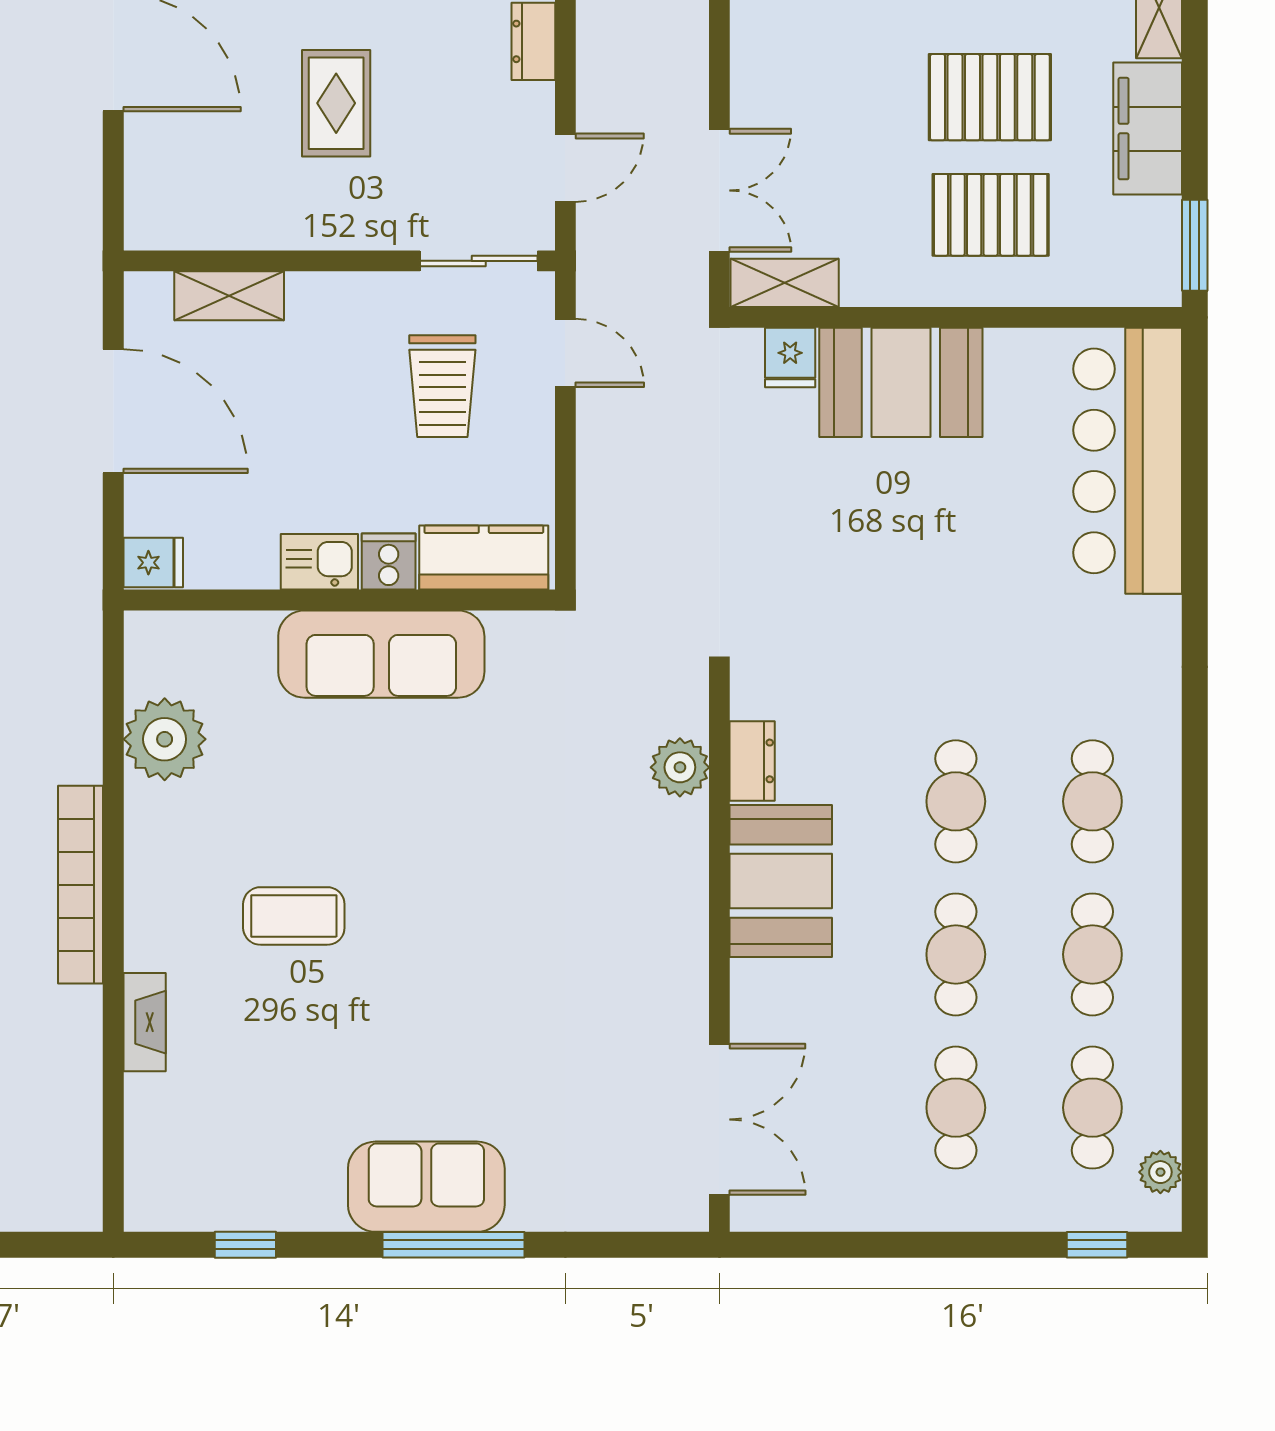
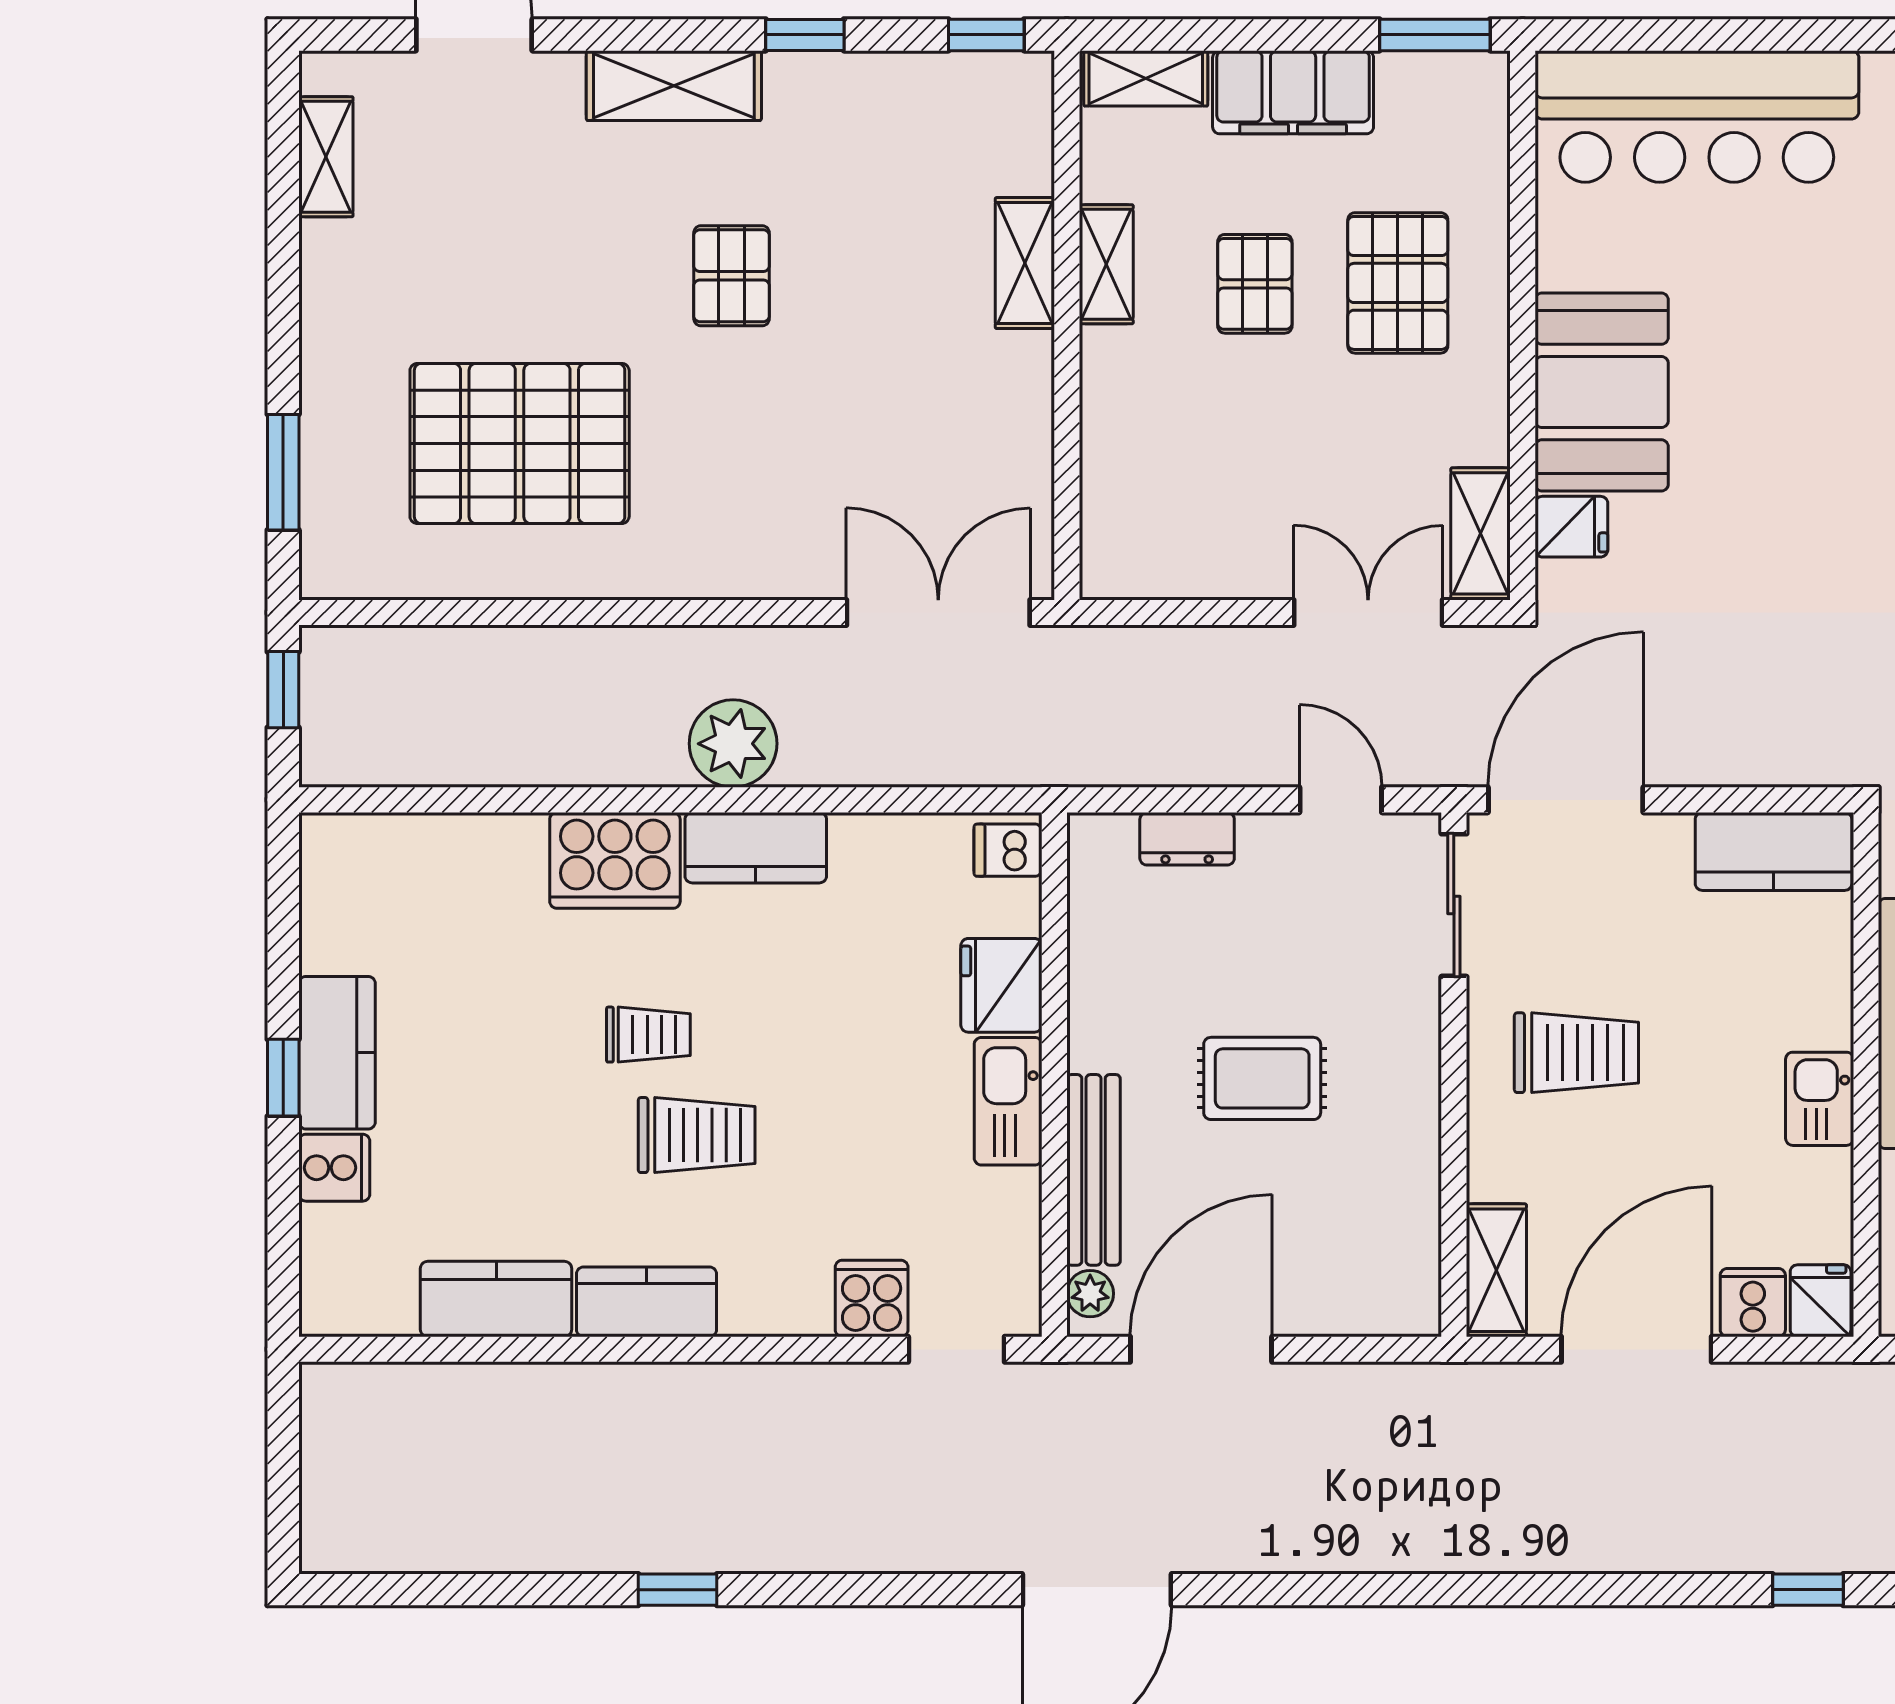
pallet: (990, 97) -> (1255, 284), width x0.67, depth x0.71
shelving: (229, 296) -> (1496, 1270), moved
door: (565, 353) -> (1566, 800), width x1.88
trolley: (442, 386) -> (1576, 1053), moved
kitchen counter: (484, 558) -> (1774, 851), moved, turned -90
cooker: (389, 562) -> (1753, 1303), moved, turned 90

